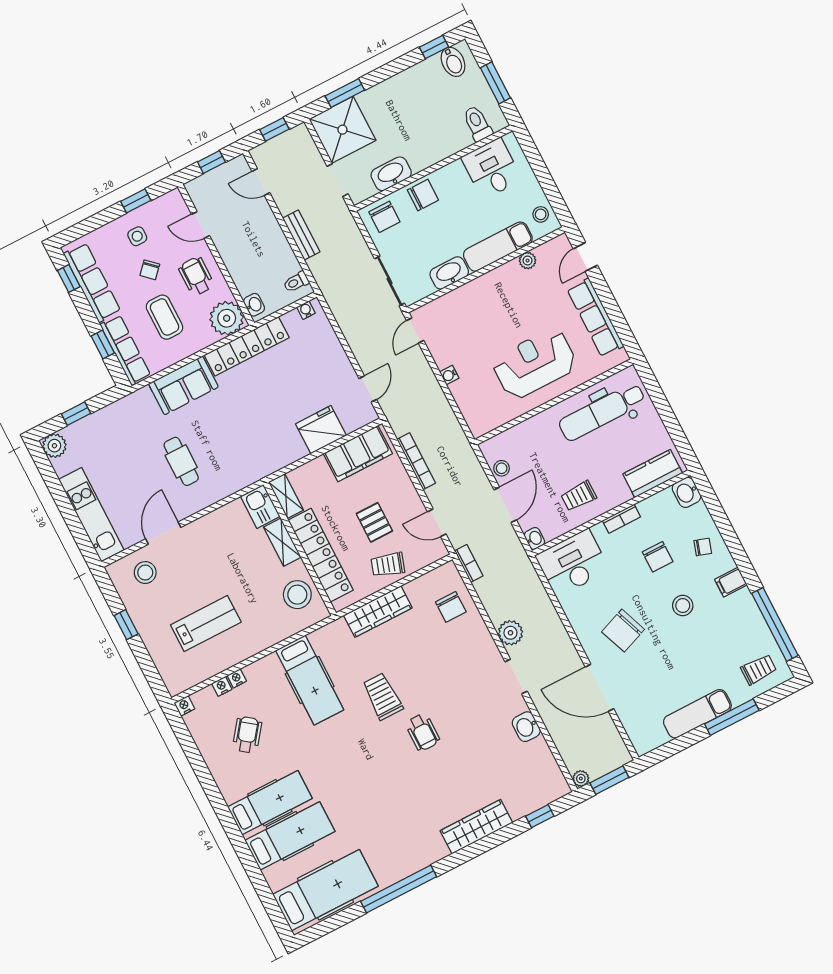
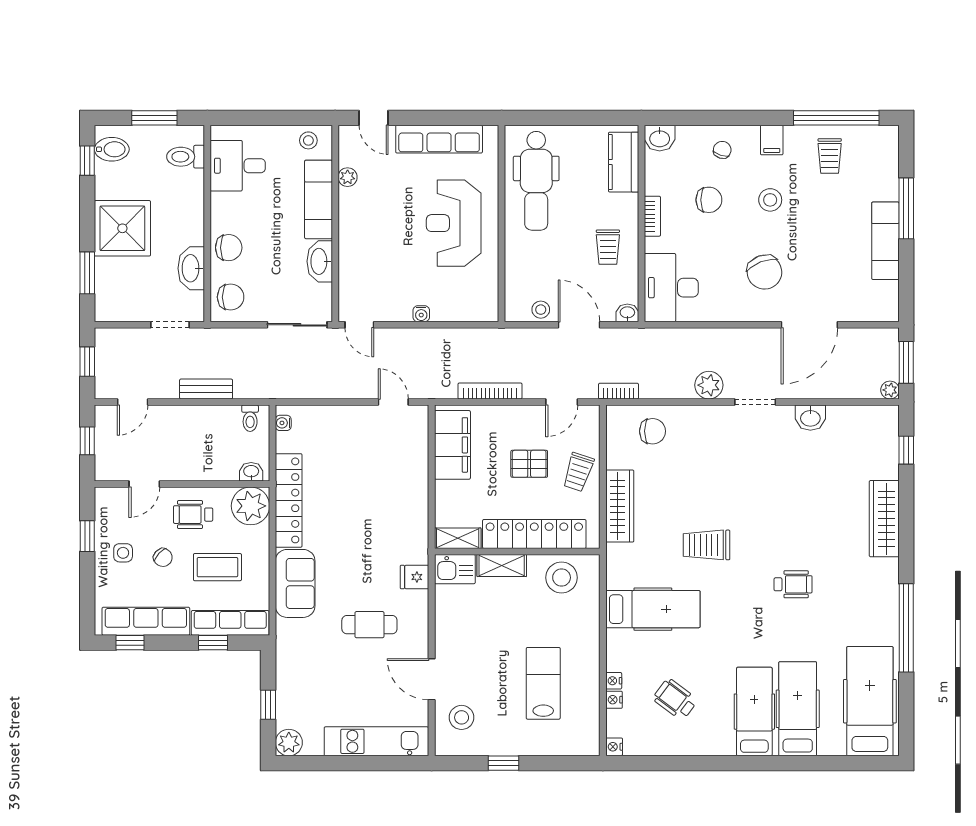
shower: (342, 130) -> (122, 228), moved
chair: (423, 195) -> (229, 248), turned 90
fridge: (321, 430) -> (415, 577), moved, width x0.53, depth x0.75
trolley: (759, 669) -> (830, 156), moved, turned 180
wheelchair: (423, 732) -> (793, 584), moved

